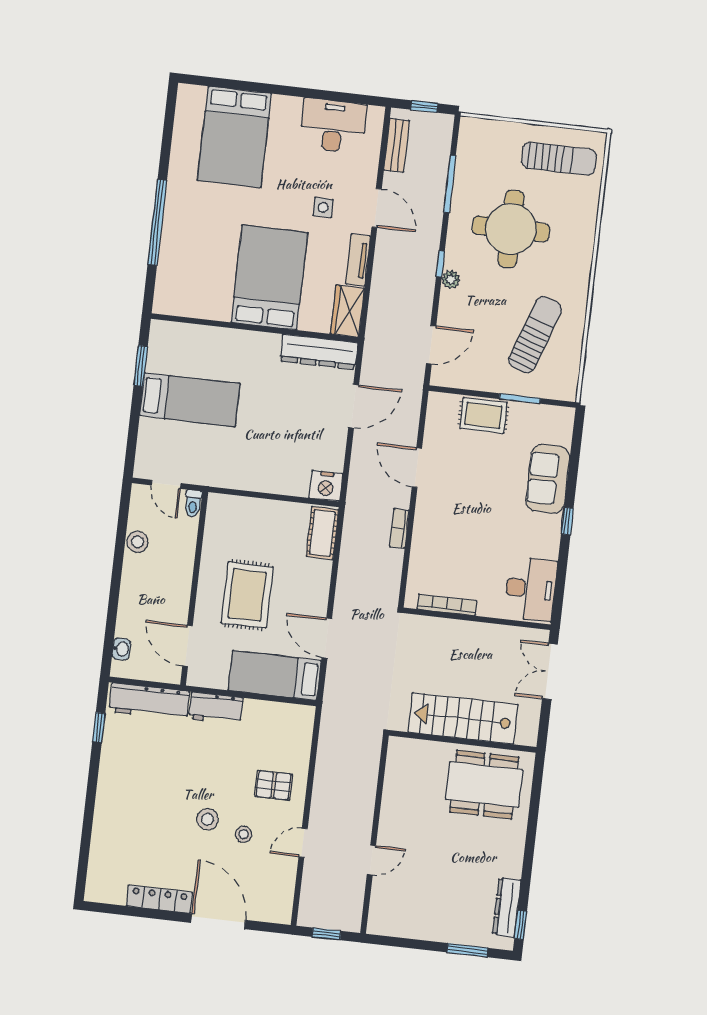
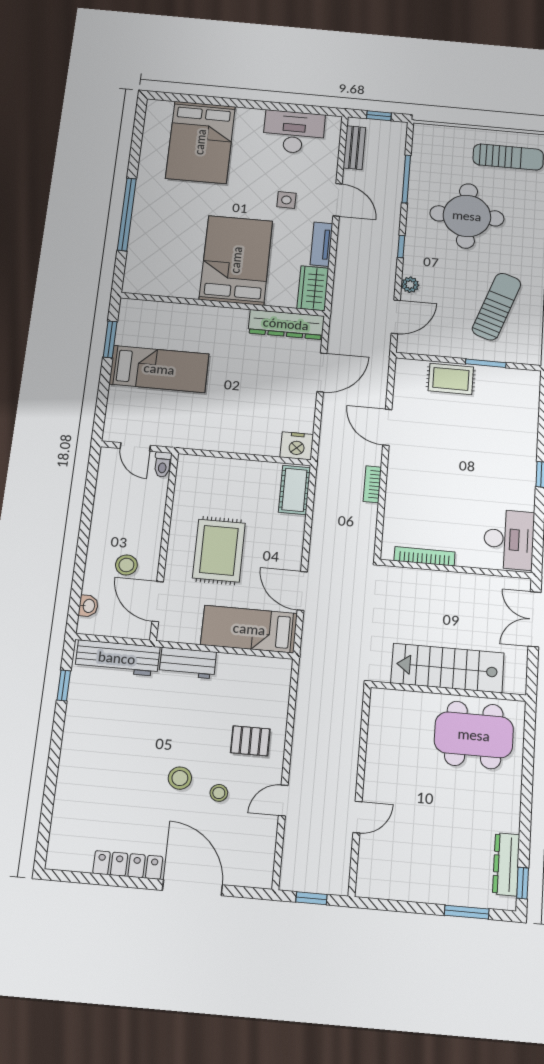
plant: (451, 280) -> (410, 285), moved
sofa: (548, 479) -> (519, 436), removed
stool: (138, 542) -> (126, 565), moved

